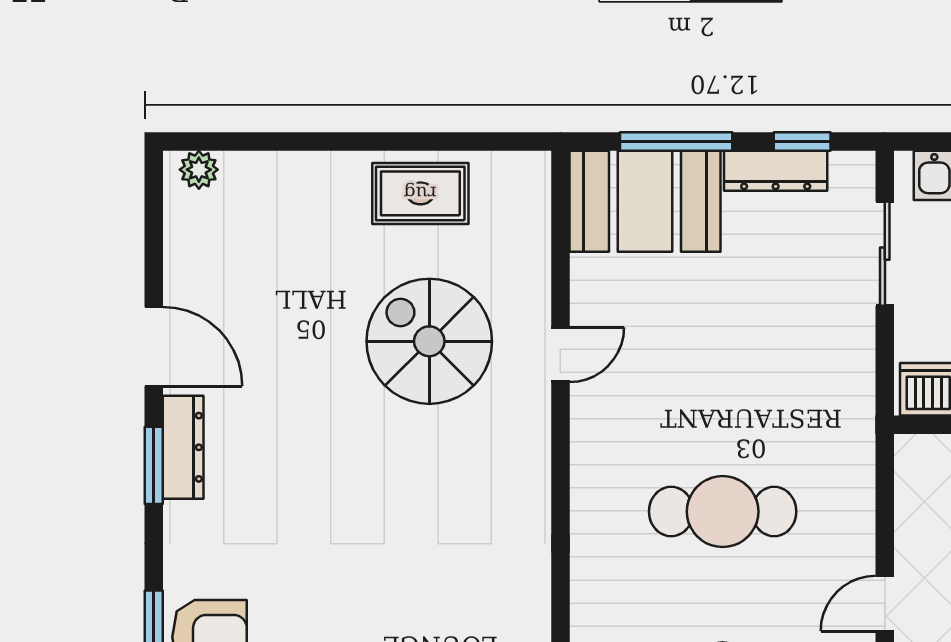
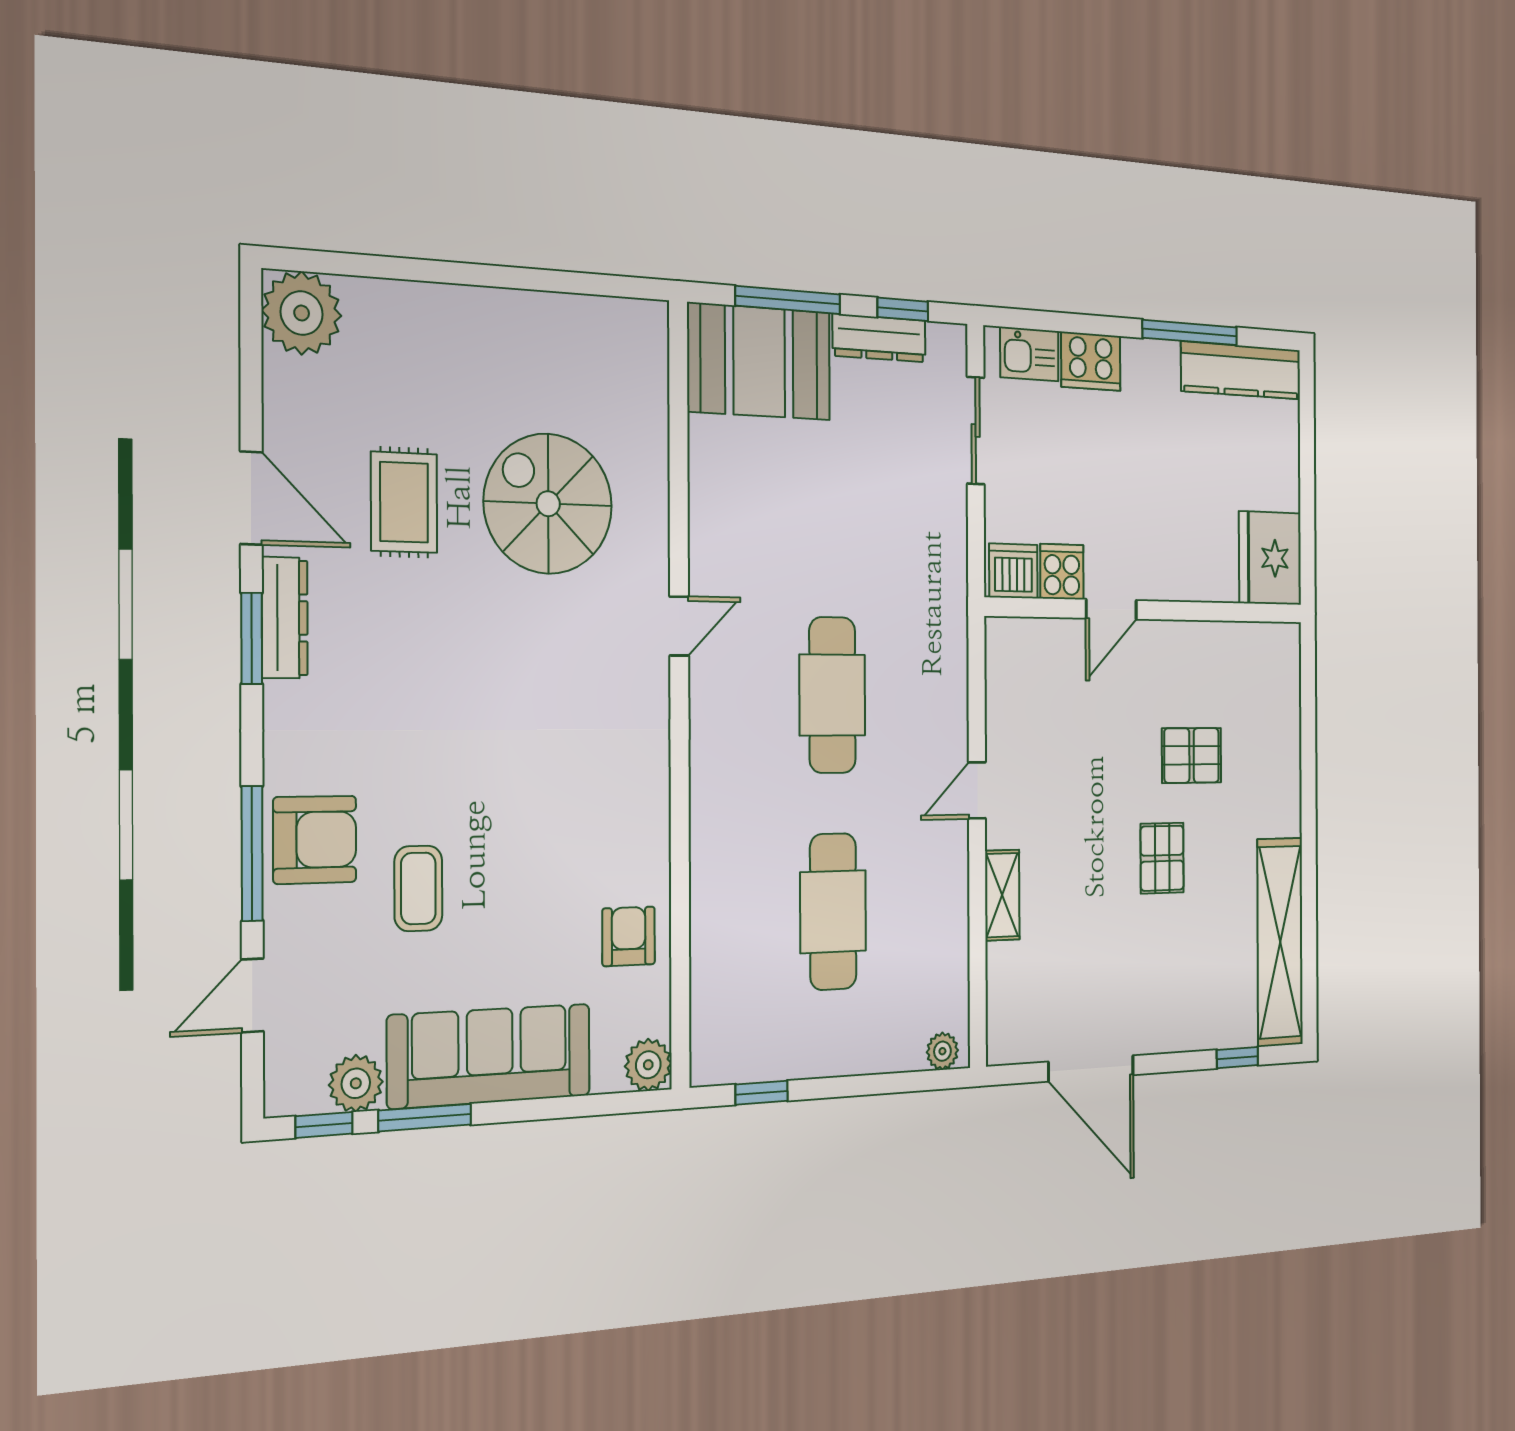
plant: (199, 170) -> (302, 313), width x1.88, depth x1.88
rug: (420, 193) -> (404, 502), moved, turned 90
door: (560, 355) -> (679, 626), moved
cafe table: (723, 512) -> (832, 695), turned 90

